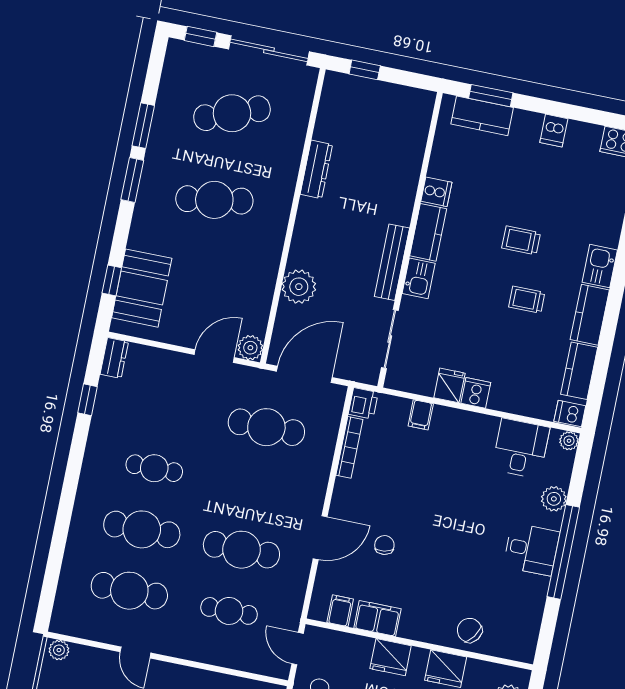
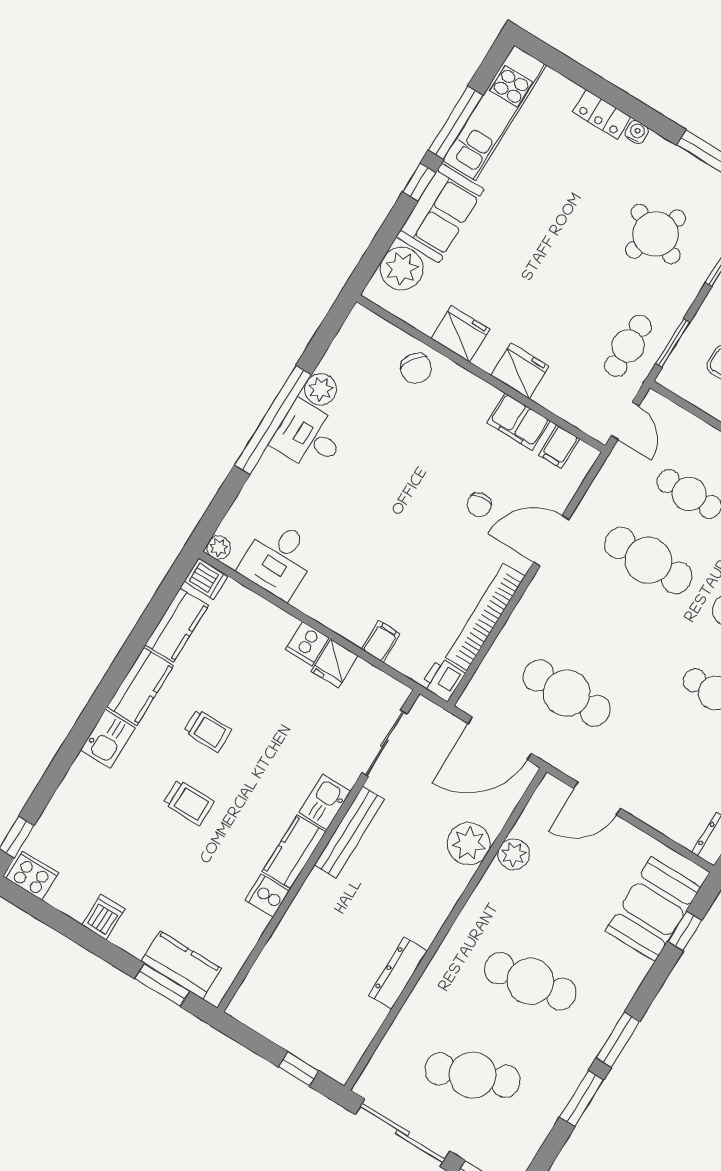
plant: (250, 348) -> (514, 854), moved
bookcase: (349, 447) -> (485, 617), width x1.48, depth x1.31
plant: (554, 499) -> (321, 389), moved

